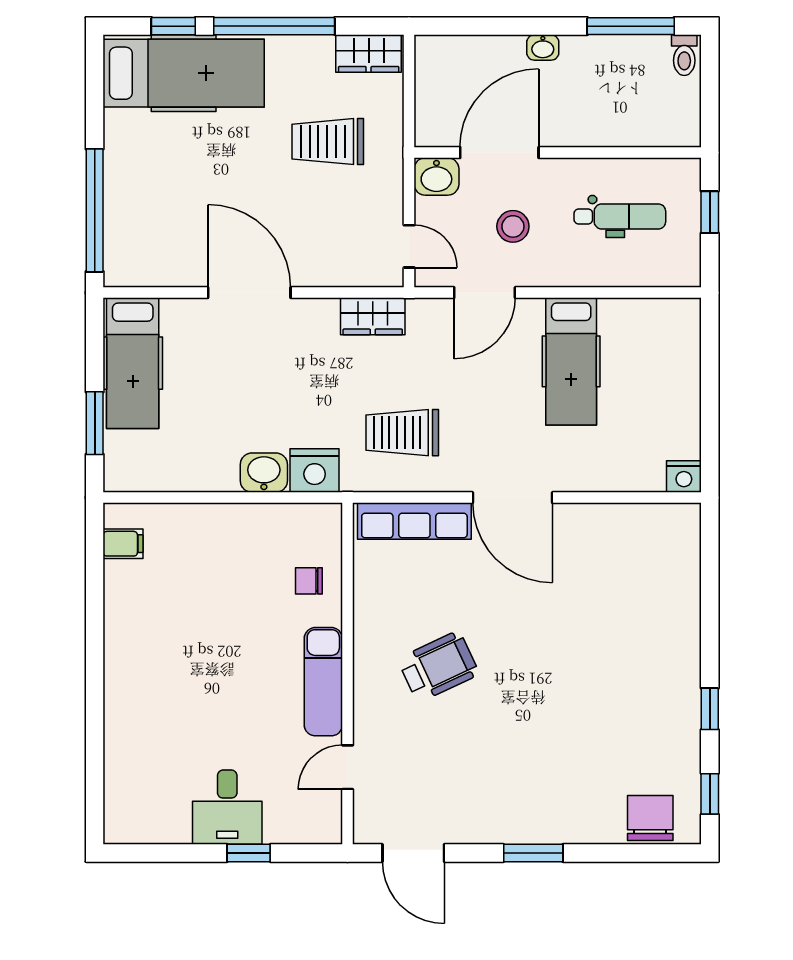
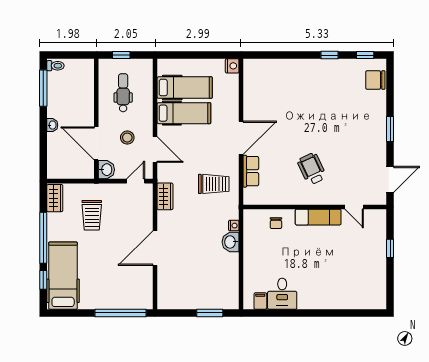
hospital bed: (133, 363) -> (185, 88), moved
trolley: (402, 433) -> (214, 184), turned -90
nightstand: (315, 471) -> (234, 226), width x0.53, depth x0.56
row of seats: (414, 521) -> (251, 171), width x0.68
desk: (227, 807) -> (282, 294), moved, turned 90

